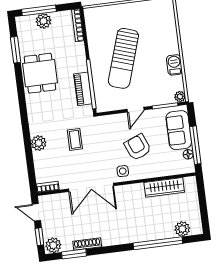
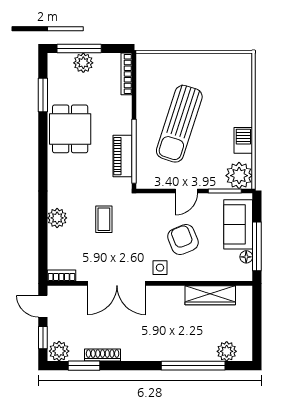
plant: (180, 97) -> (239, 176), width x1.88, depth x1.88

